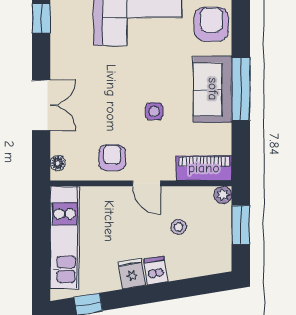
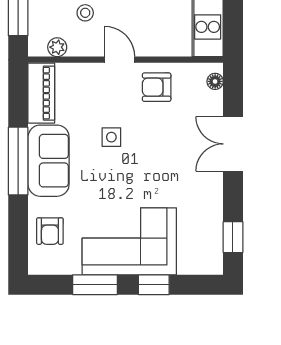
armchair: (211, 24) -> (50, 231), width x0.72, depth x0.72
armchair: (112, 158) -> (157, 87), turned 90
piano: (204, 168) -> (41, 93), moved, turned -90
plant: (223, 195) -> (57, 47), moved

